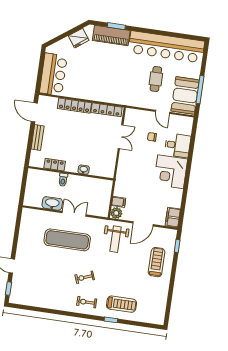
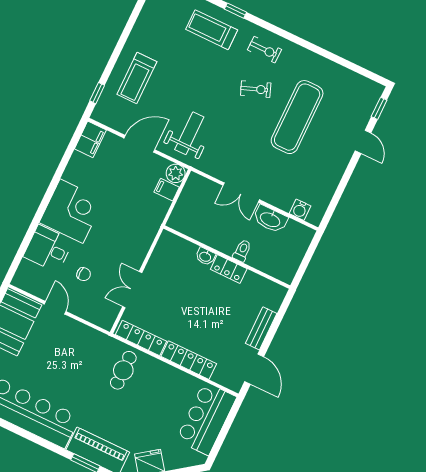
cafe table: (156, 79) -> (123, 370), moved
locker: (55, 165) -> (229, 269), moved
water cooler: (37, 214) -> (300, 210), added
exercise mat: (67, 240) -> (297, 117), moved, turned 90

